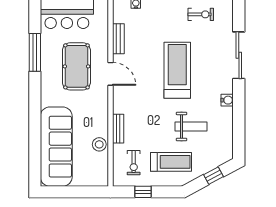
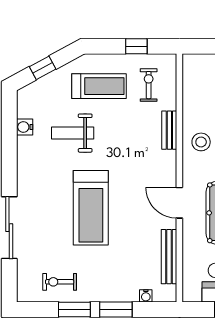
bench: (118, 39) -> (169, 257), width x1.36
water cooler: (227, 100) -> (25, 127), moved
stool: (99, 144) -> (201, 142), moved
treadmill: (171, 162) -> (99, 86), turned 180

